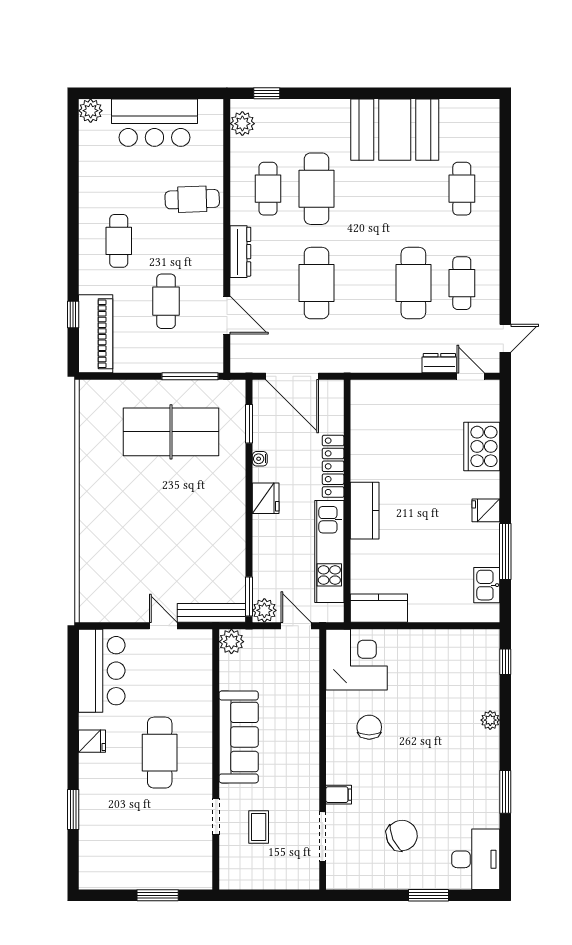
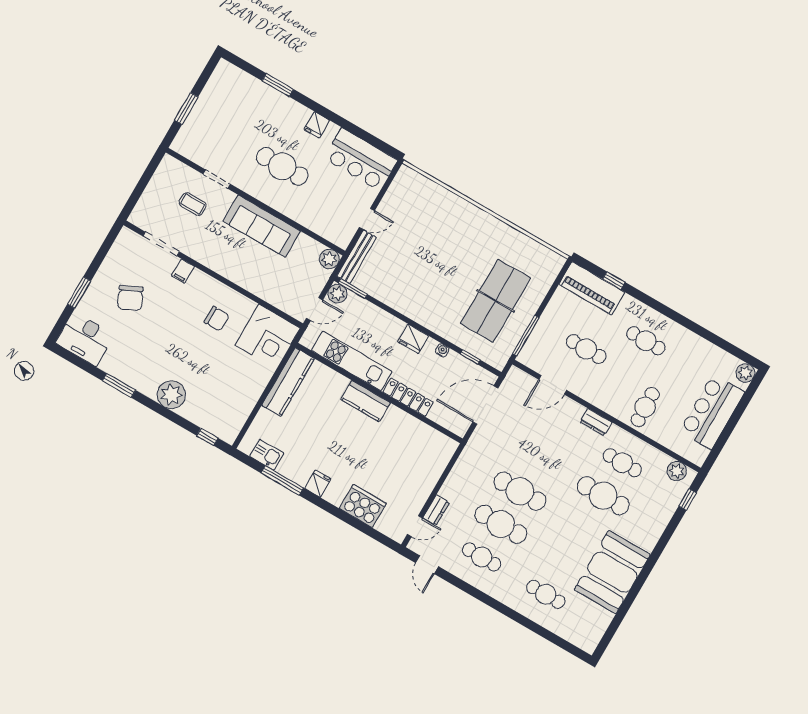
dresser: (240, 252) -> (596, 422), width x0.70
cafe table: (316, 283) -> (520, 491), moved
window: (249, 424) -> (470, 357), width x0.67
kitchen counter: (379, 608) -> (288, 382), width x1.50
plant: (490, 720) -> (171, 395), width x1.88, depth x1.88

